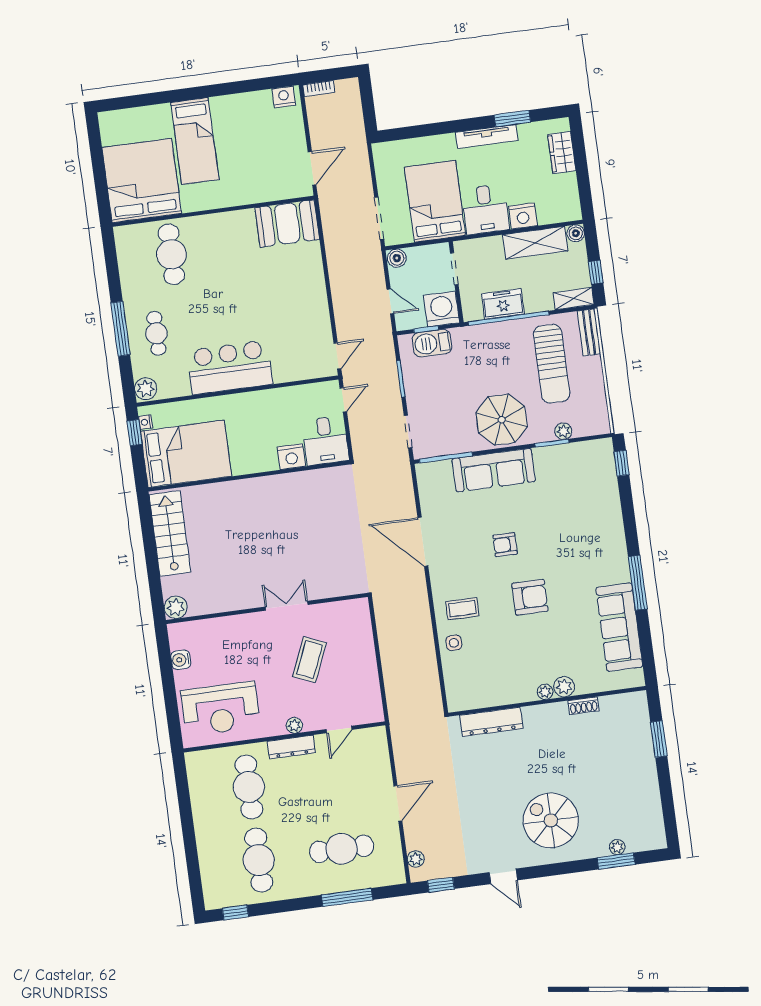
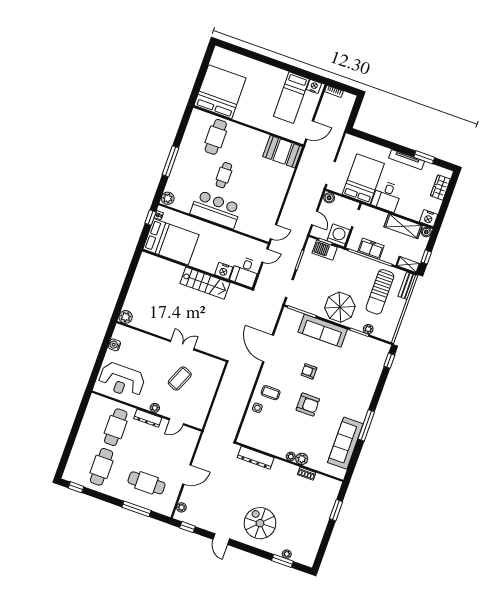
bed: (195, 141) -> (291, 98), moved
nightstand: (523, 216) -> (429, 218), moved
cafe table: (156, 333) -> (224, 175), moved
stairs: (170, 533) -> (205, 283), moved, turned 90

